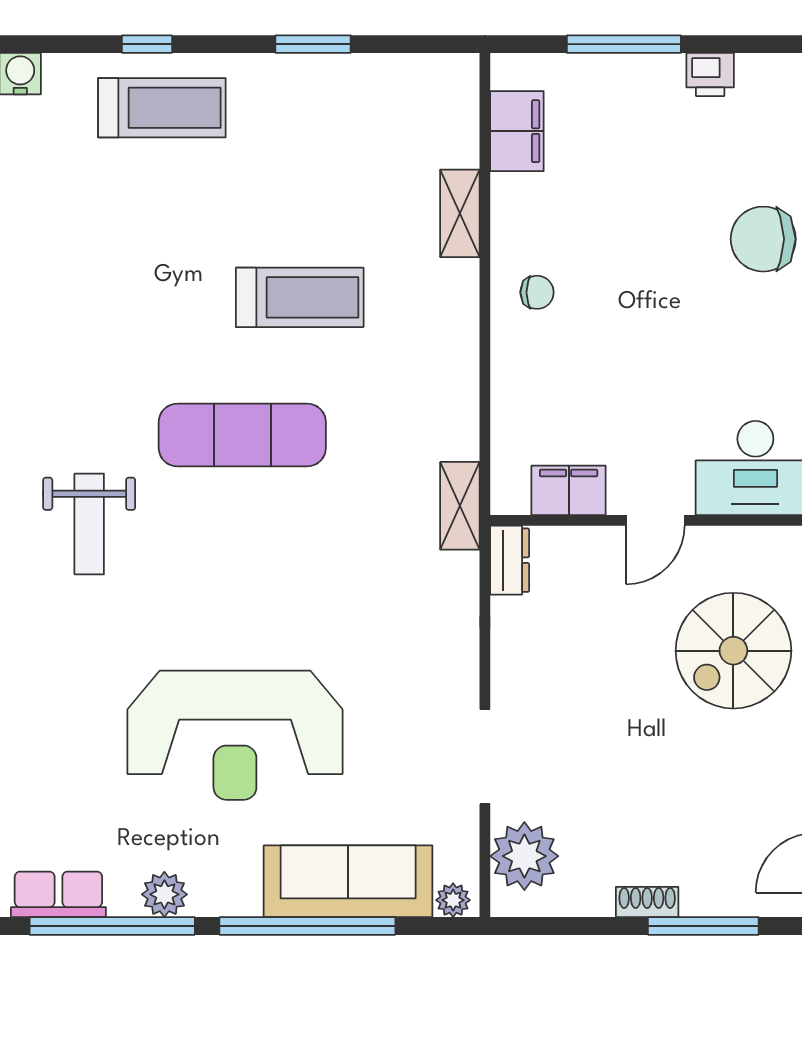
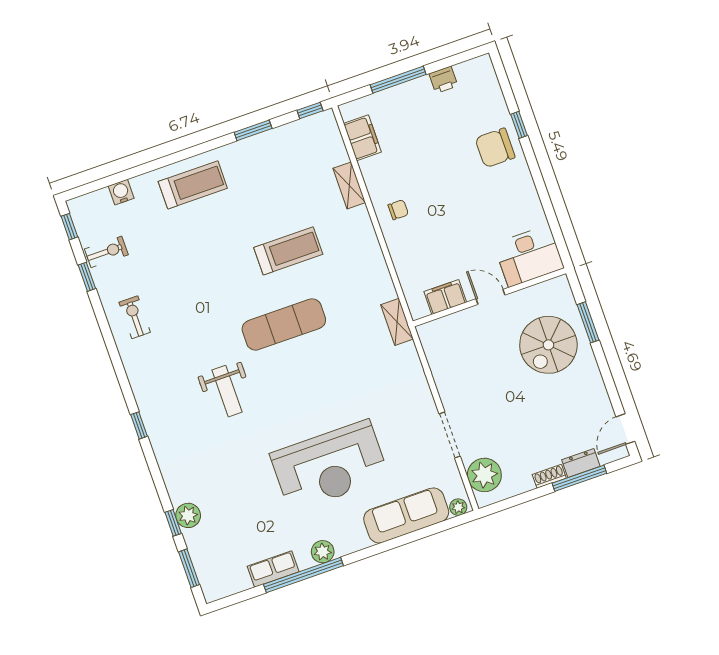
window: (147, 44) -> (310, 111), moved
door: (655, 520) -> (491, 297), swing flipped
dresser: (510, 560) -> (581, 463), moved, turned -90
window: (307, 926) -> (395, 543), removed

